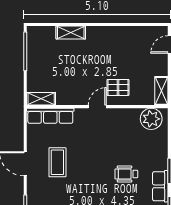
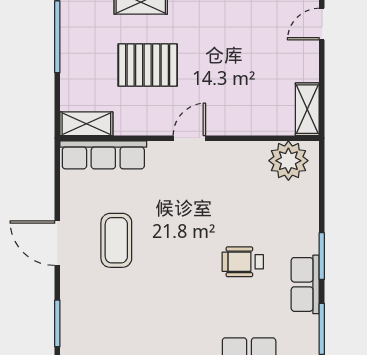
pallet: (118, 87) -> (148, 65), moved, width x1.50, depth x1.42

